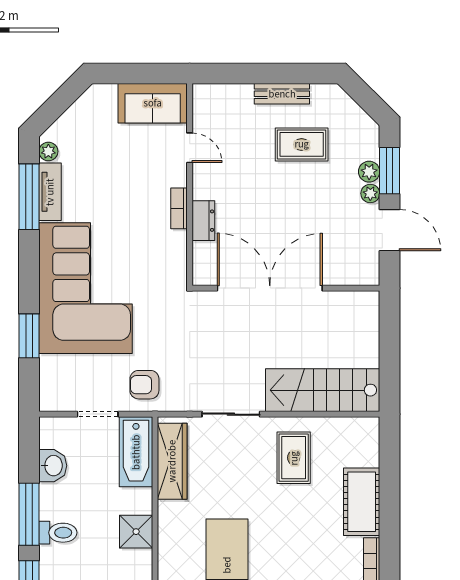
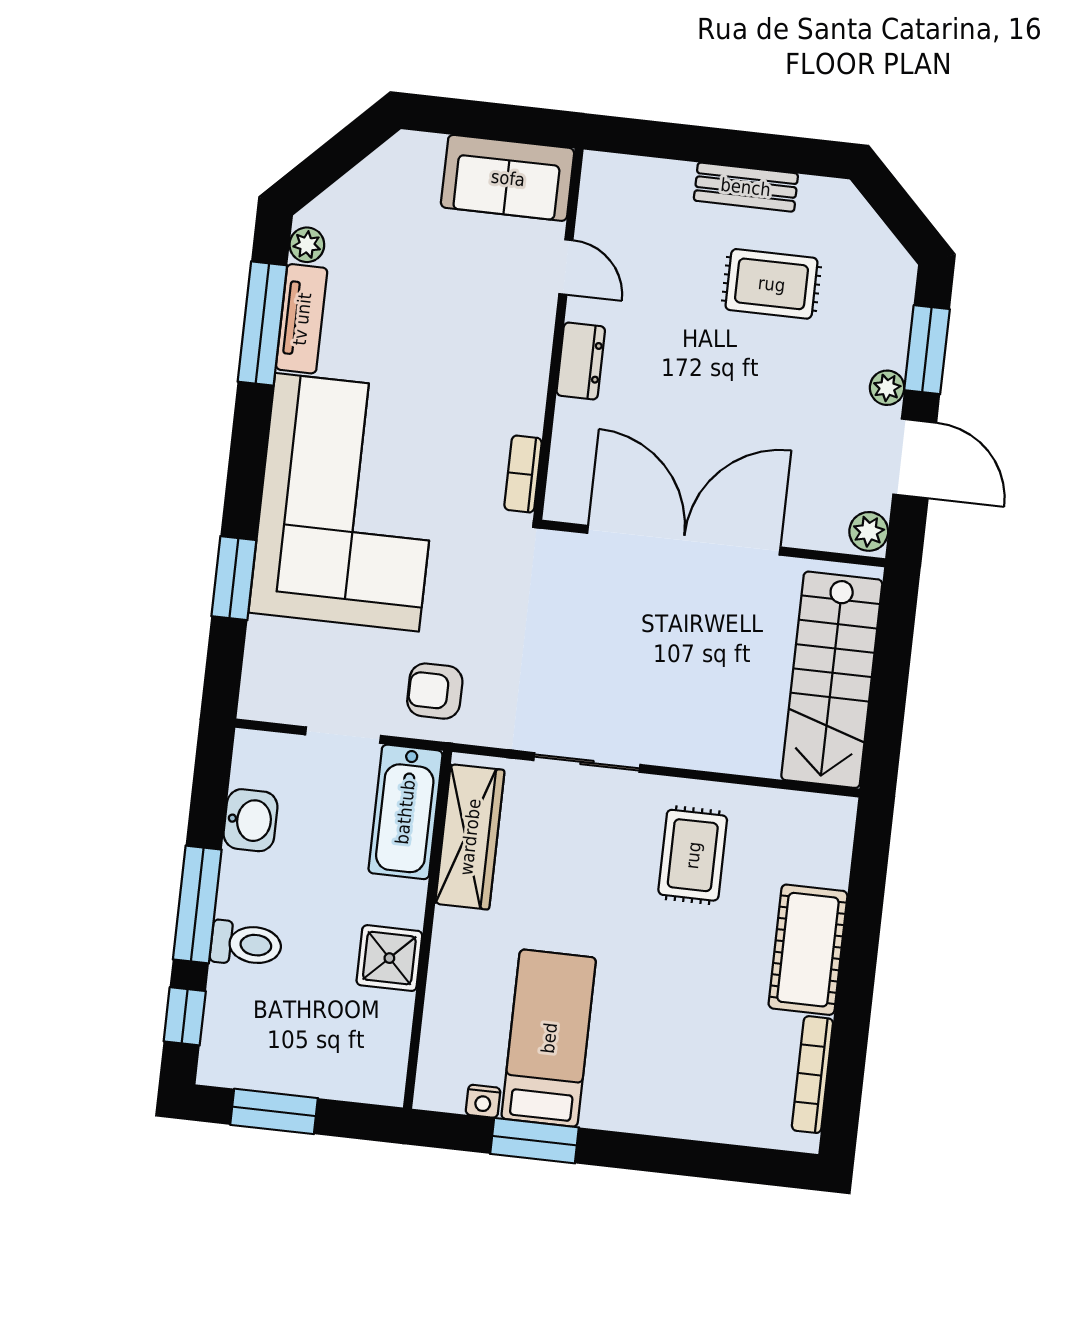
plant: (369, 172) -> (869, 531), moved
bookcase: (179, 208) -> (523, 474), moved
dresser: (203, 221) -> (581, 361), moved
stairs: (323, 390) -> (832, 680), moved, turned -90

